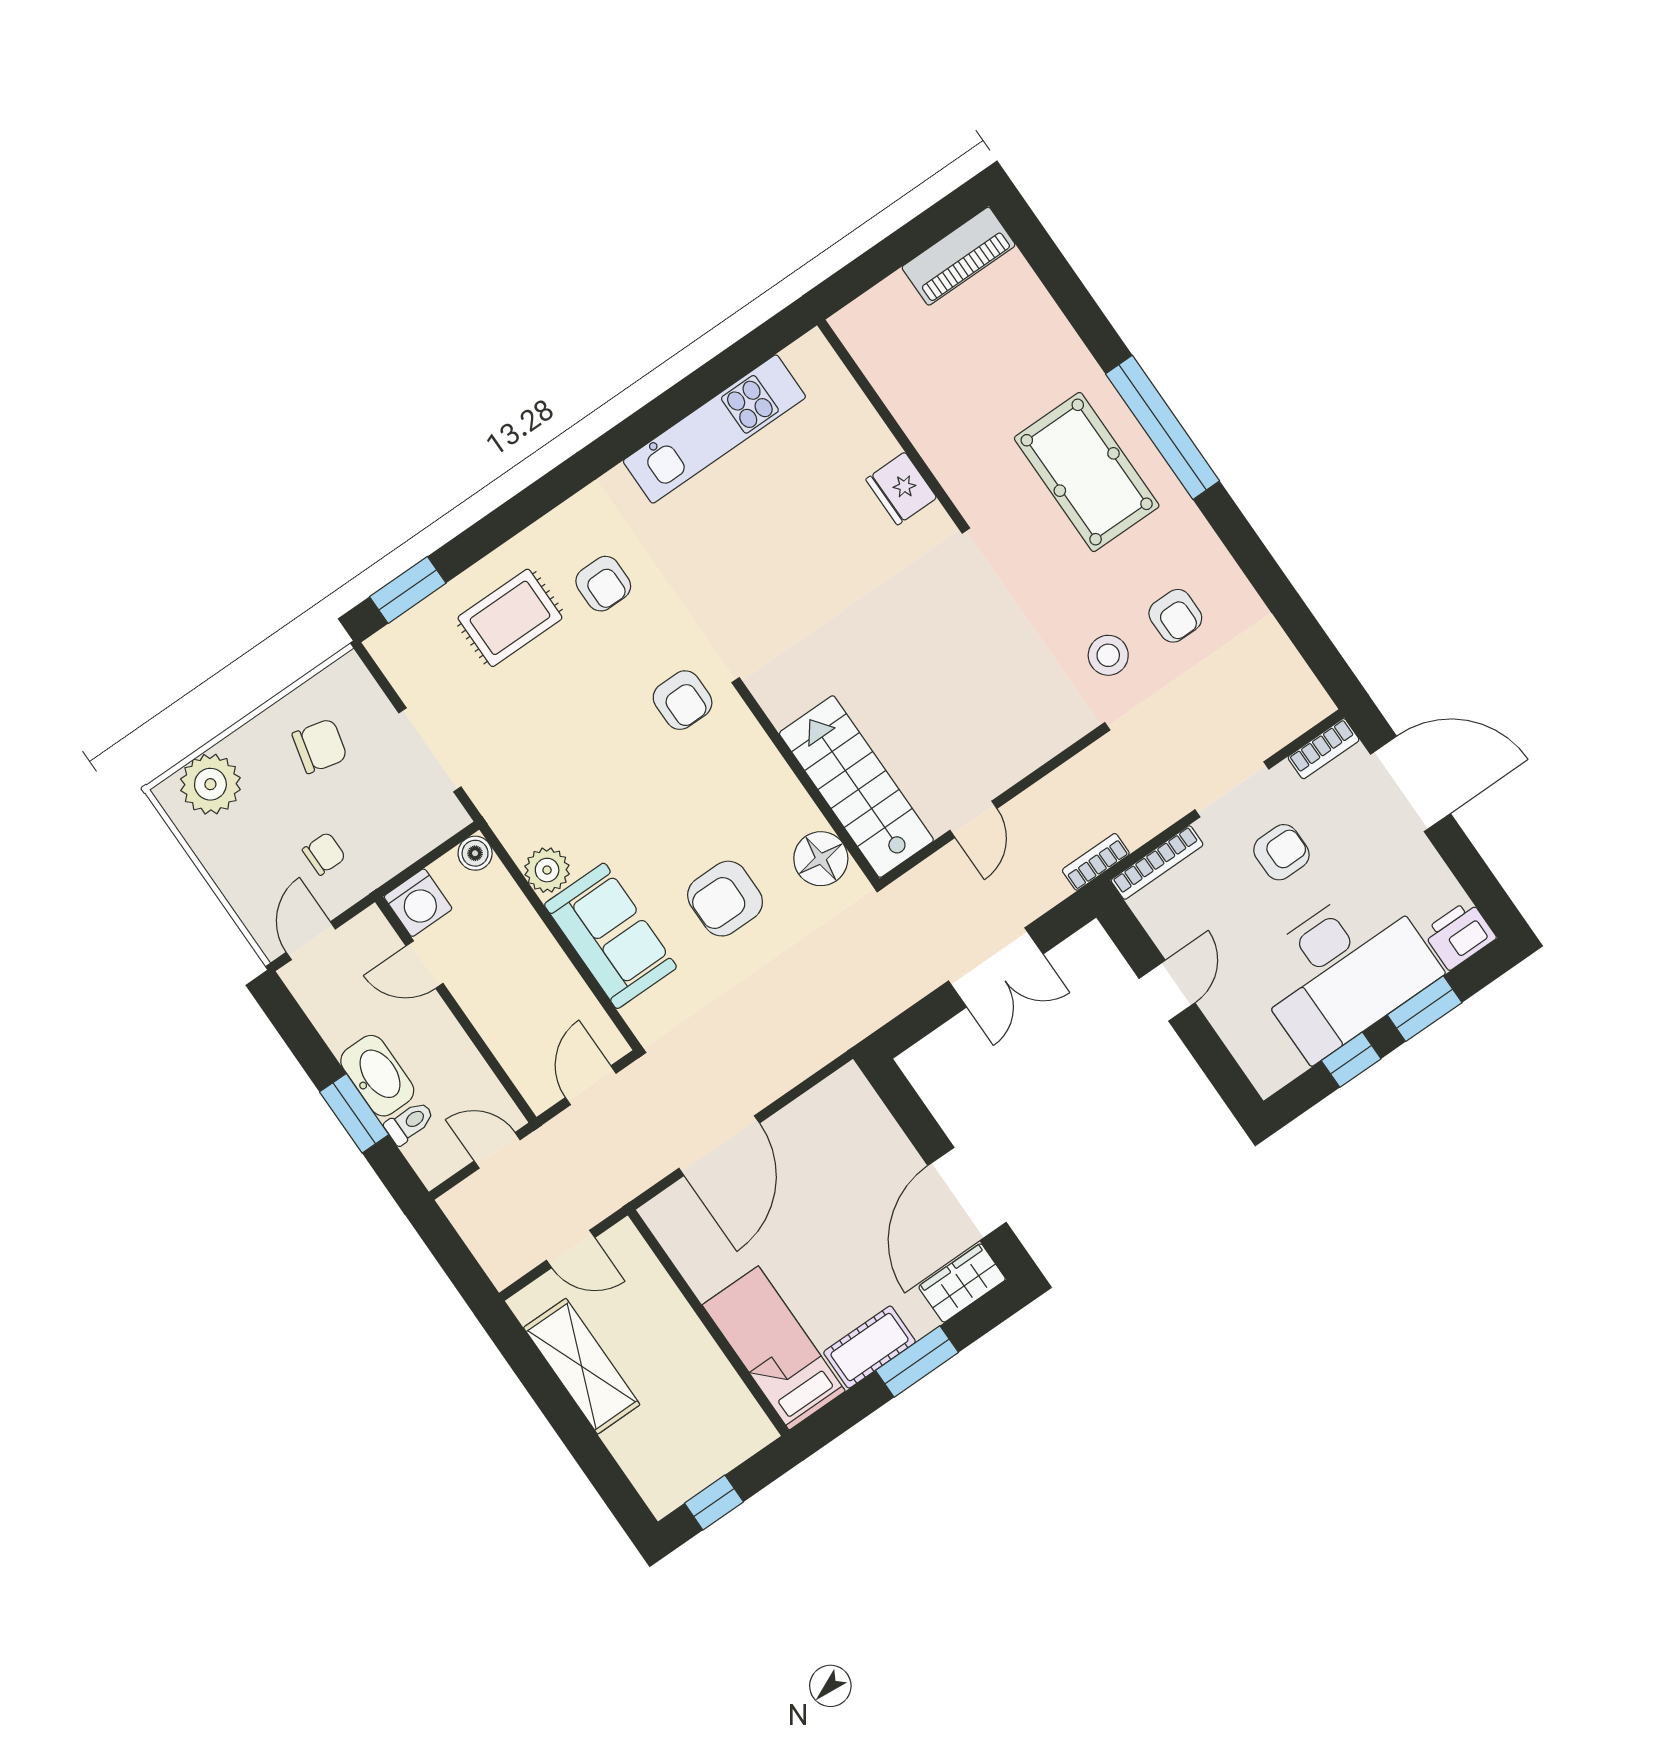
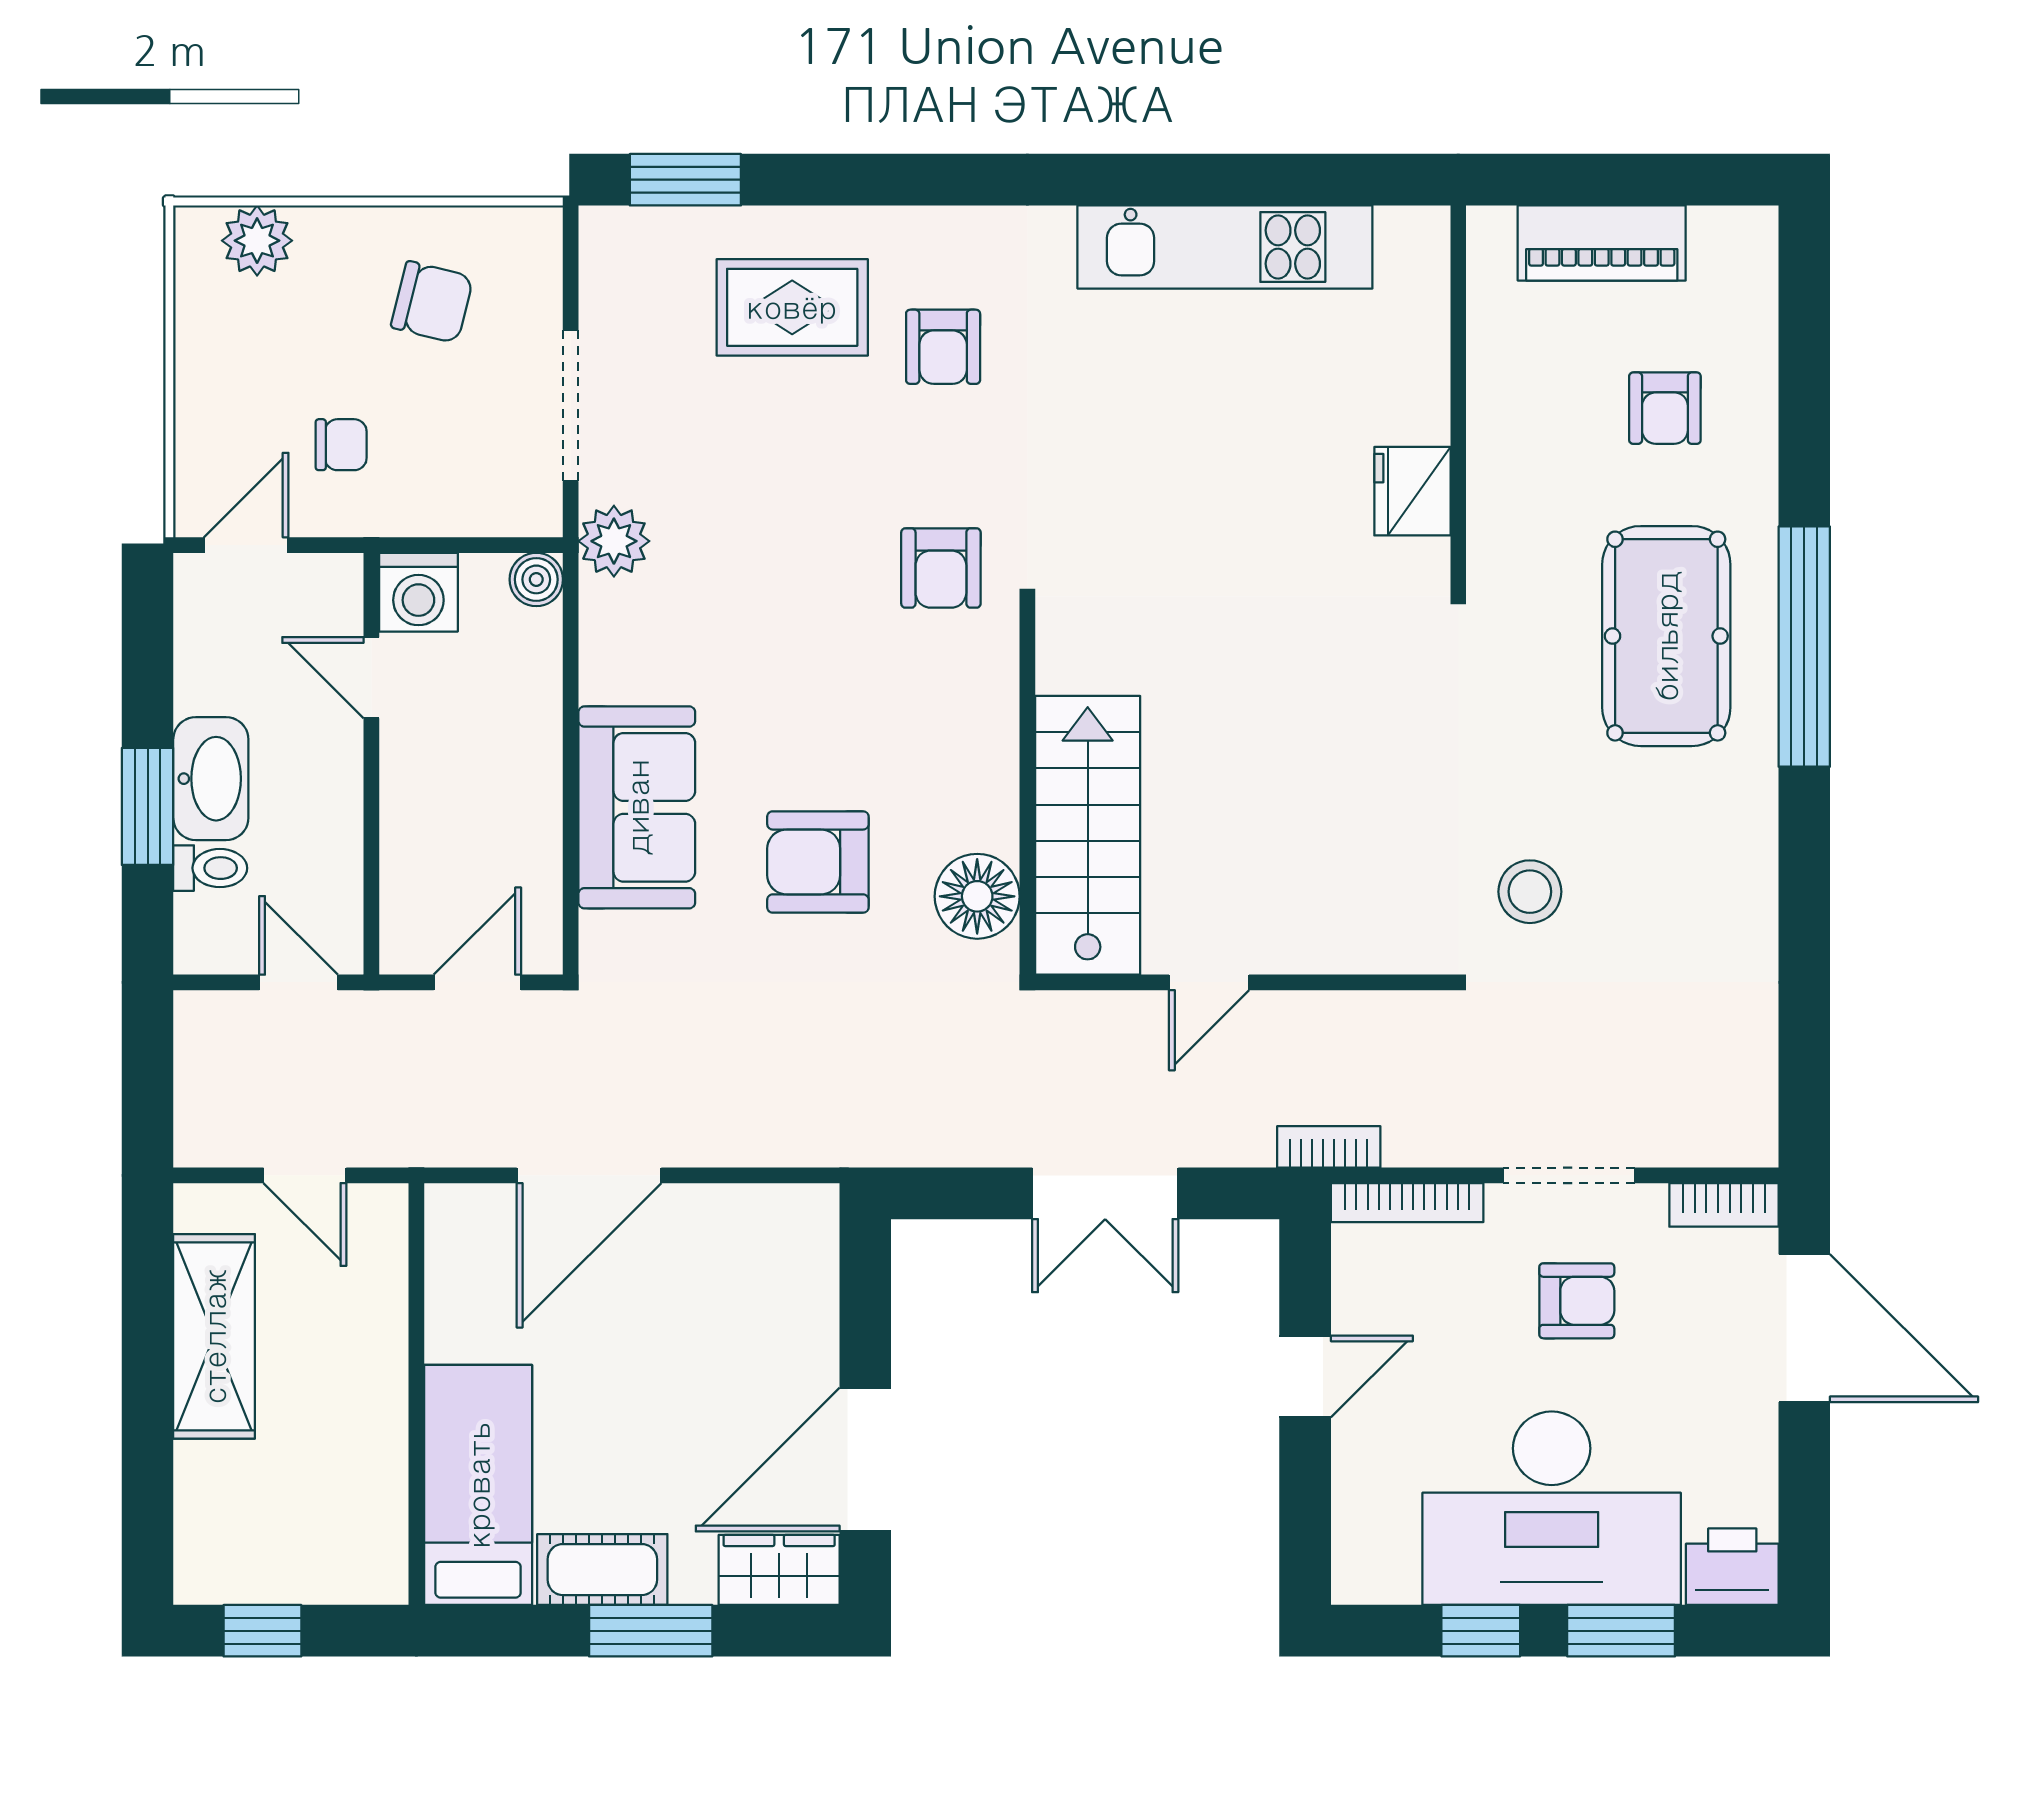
piano: (959, 256) -> (1602, 243), moved
armchair: (1175, 616) -> (1665, 408), moved
plant: (210, 784) -> (257, 241), width x0.73, depth x0.73
plant: (547, 870) -> (614, 541), moved

